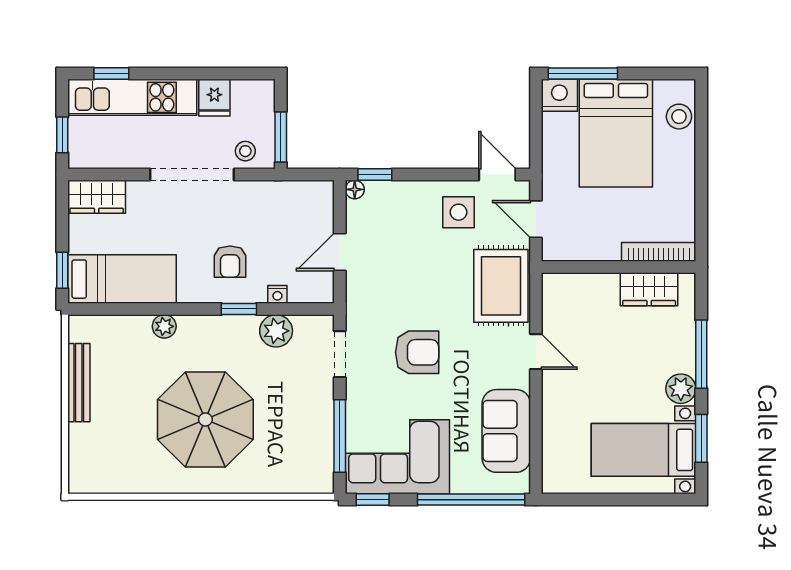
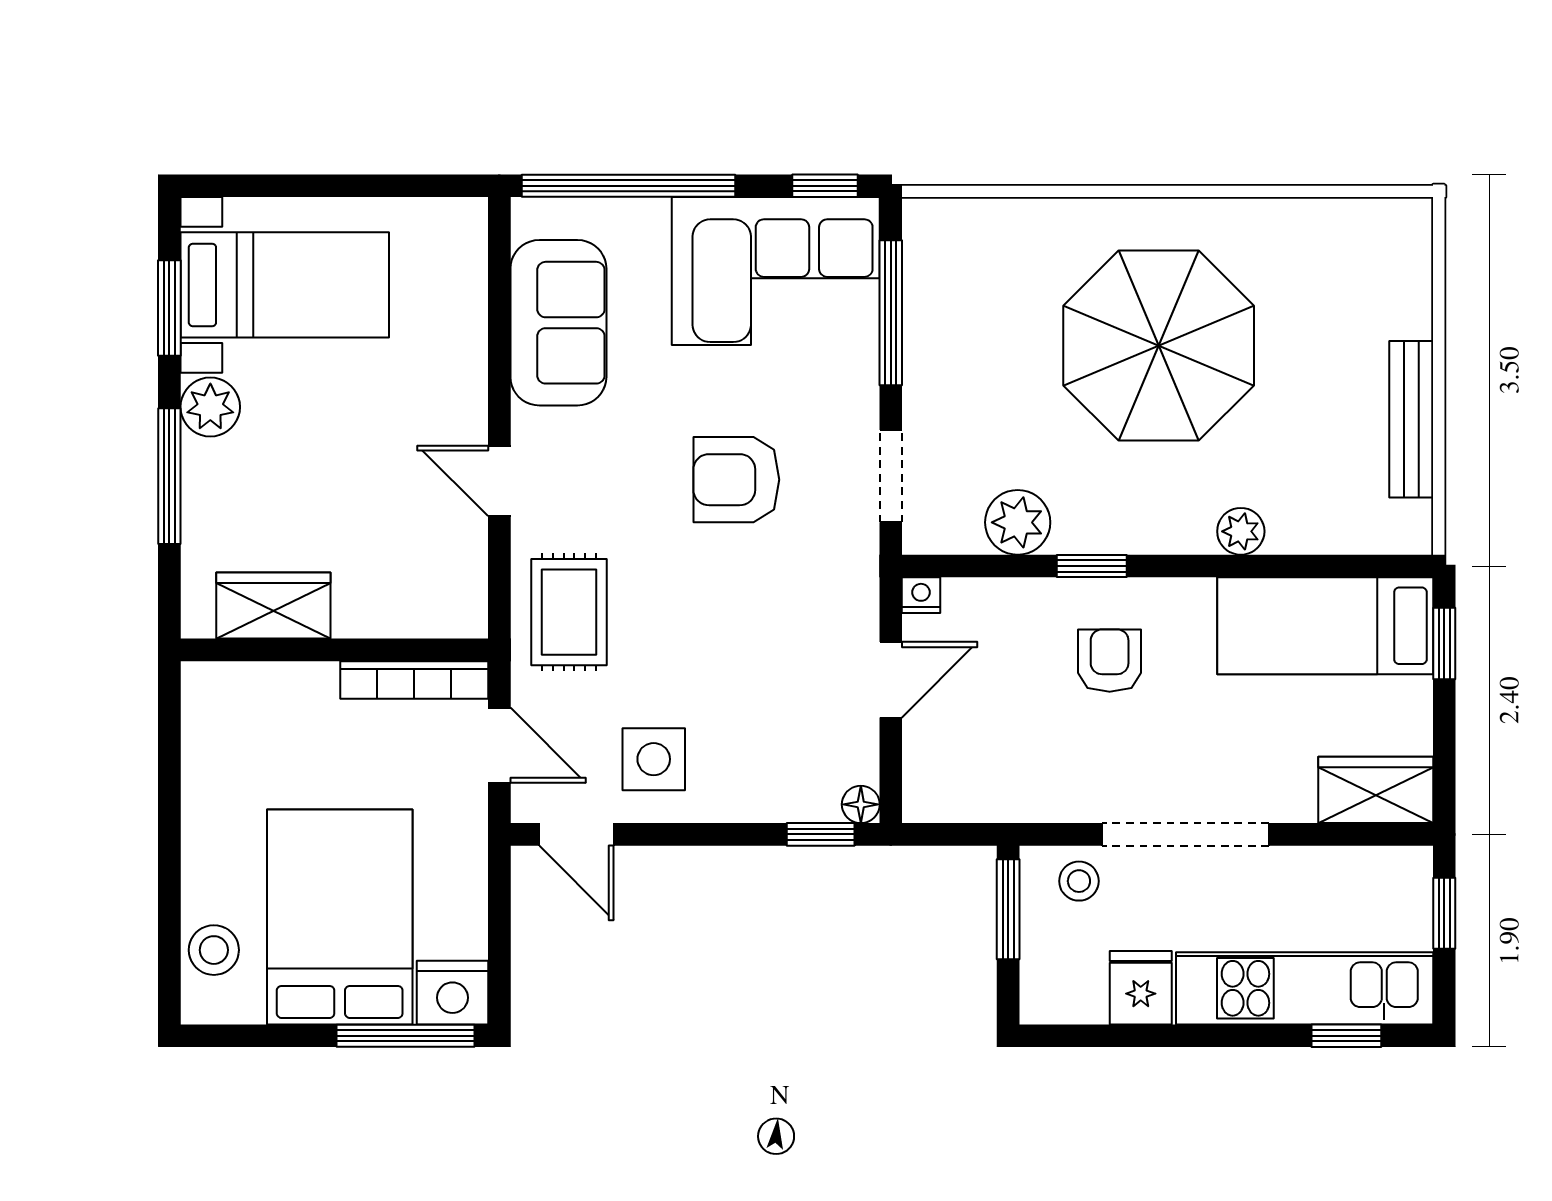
bookcase: (659, 252) -> (414, 680), moved
rug: (501, 286) -> (569, 612), width x0.73, depth x0.70
nightstand: (277, 294) -> (921, 595), moved

